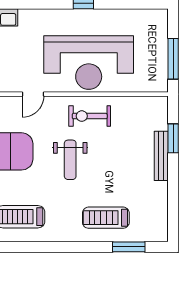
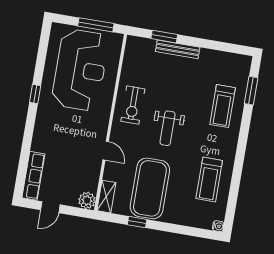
reception desk: (89, 63) -> (80, 70), moved
weight bench: (70, 160) -> (168, 128), turned 90

